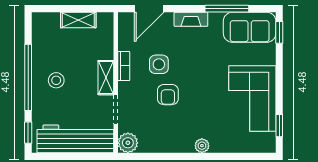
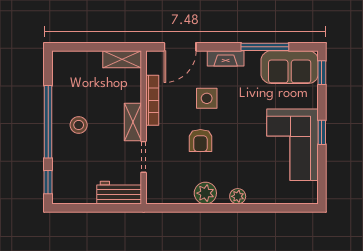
shelving: (78, 20) -> (122, 59), moved
side table: (159, 64) -> (207, 98), moved
bookcase: (124, 66) -> (152, 100), width x1.56
window: (279, 126) -> (322, 132), moved
workbench: (75, 139) -> (119, 193), width x0.53, depth x0.76
plant: (128, 143) -> (205, 193), moved

